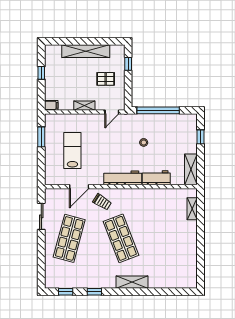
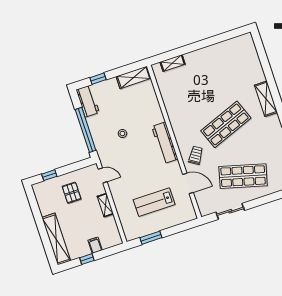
shelving: (86, 51) -> (56, 239), moved
filing cabinet: (51, 105) -> (95, 245), moved
workbench: (156, 178) -> (88, 101), moved, turned 180

